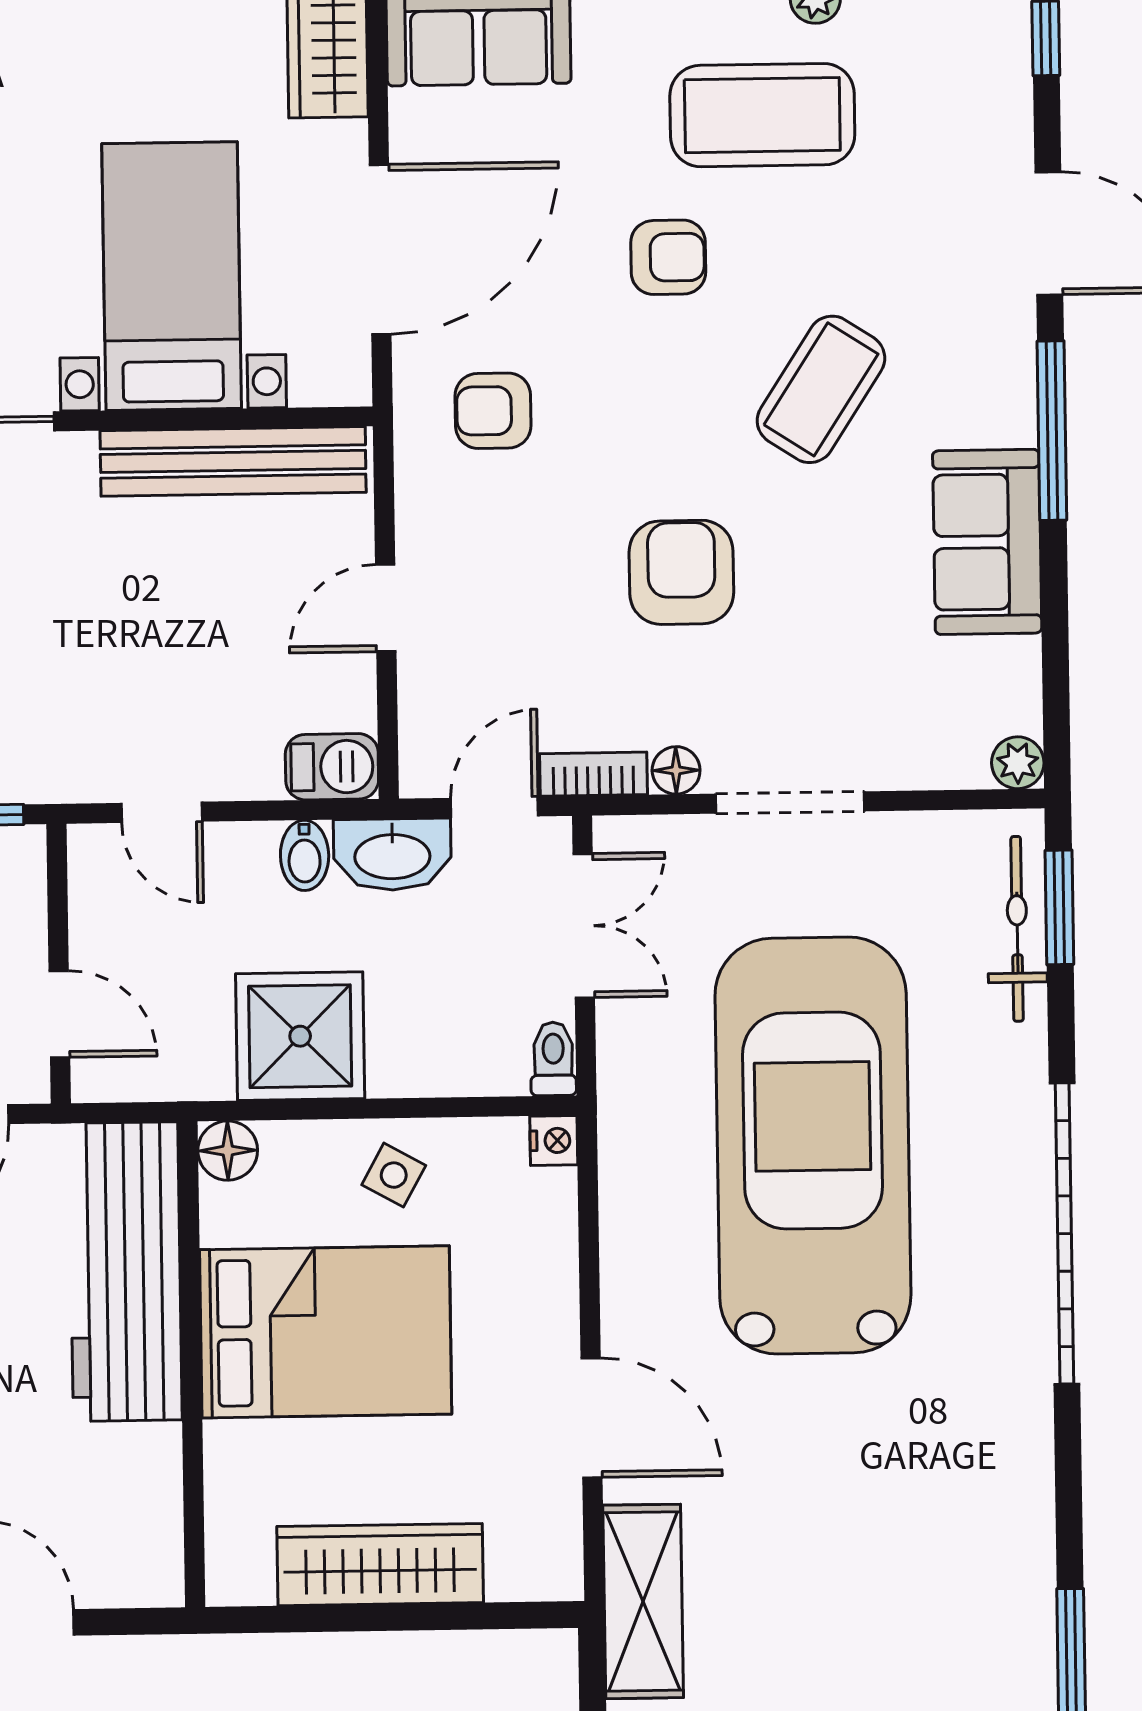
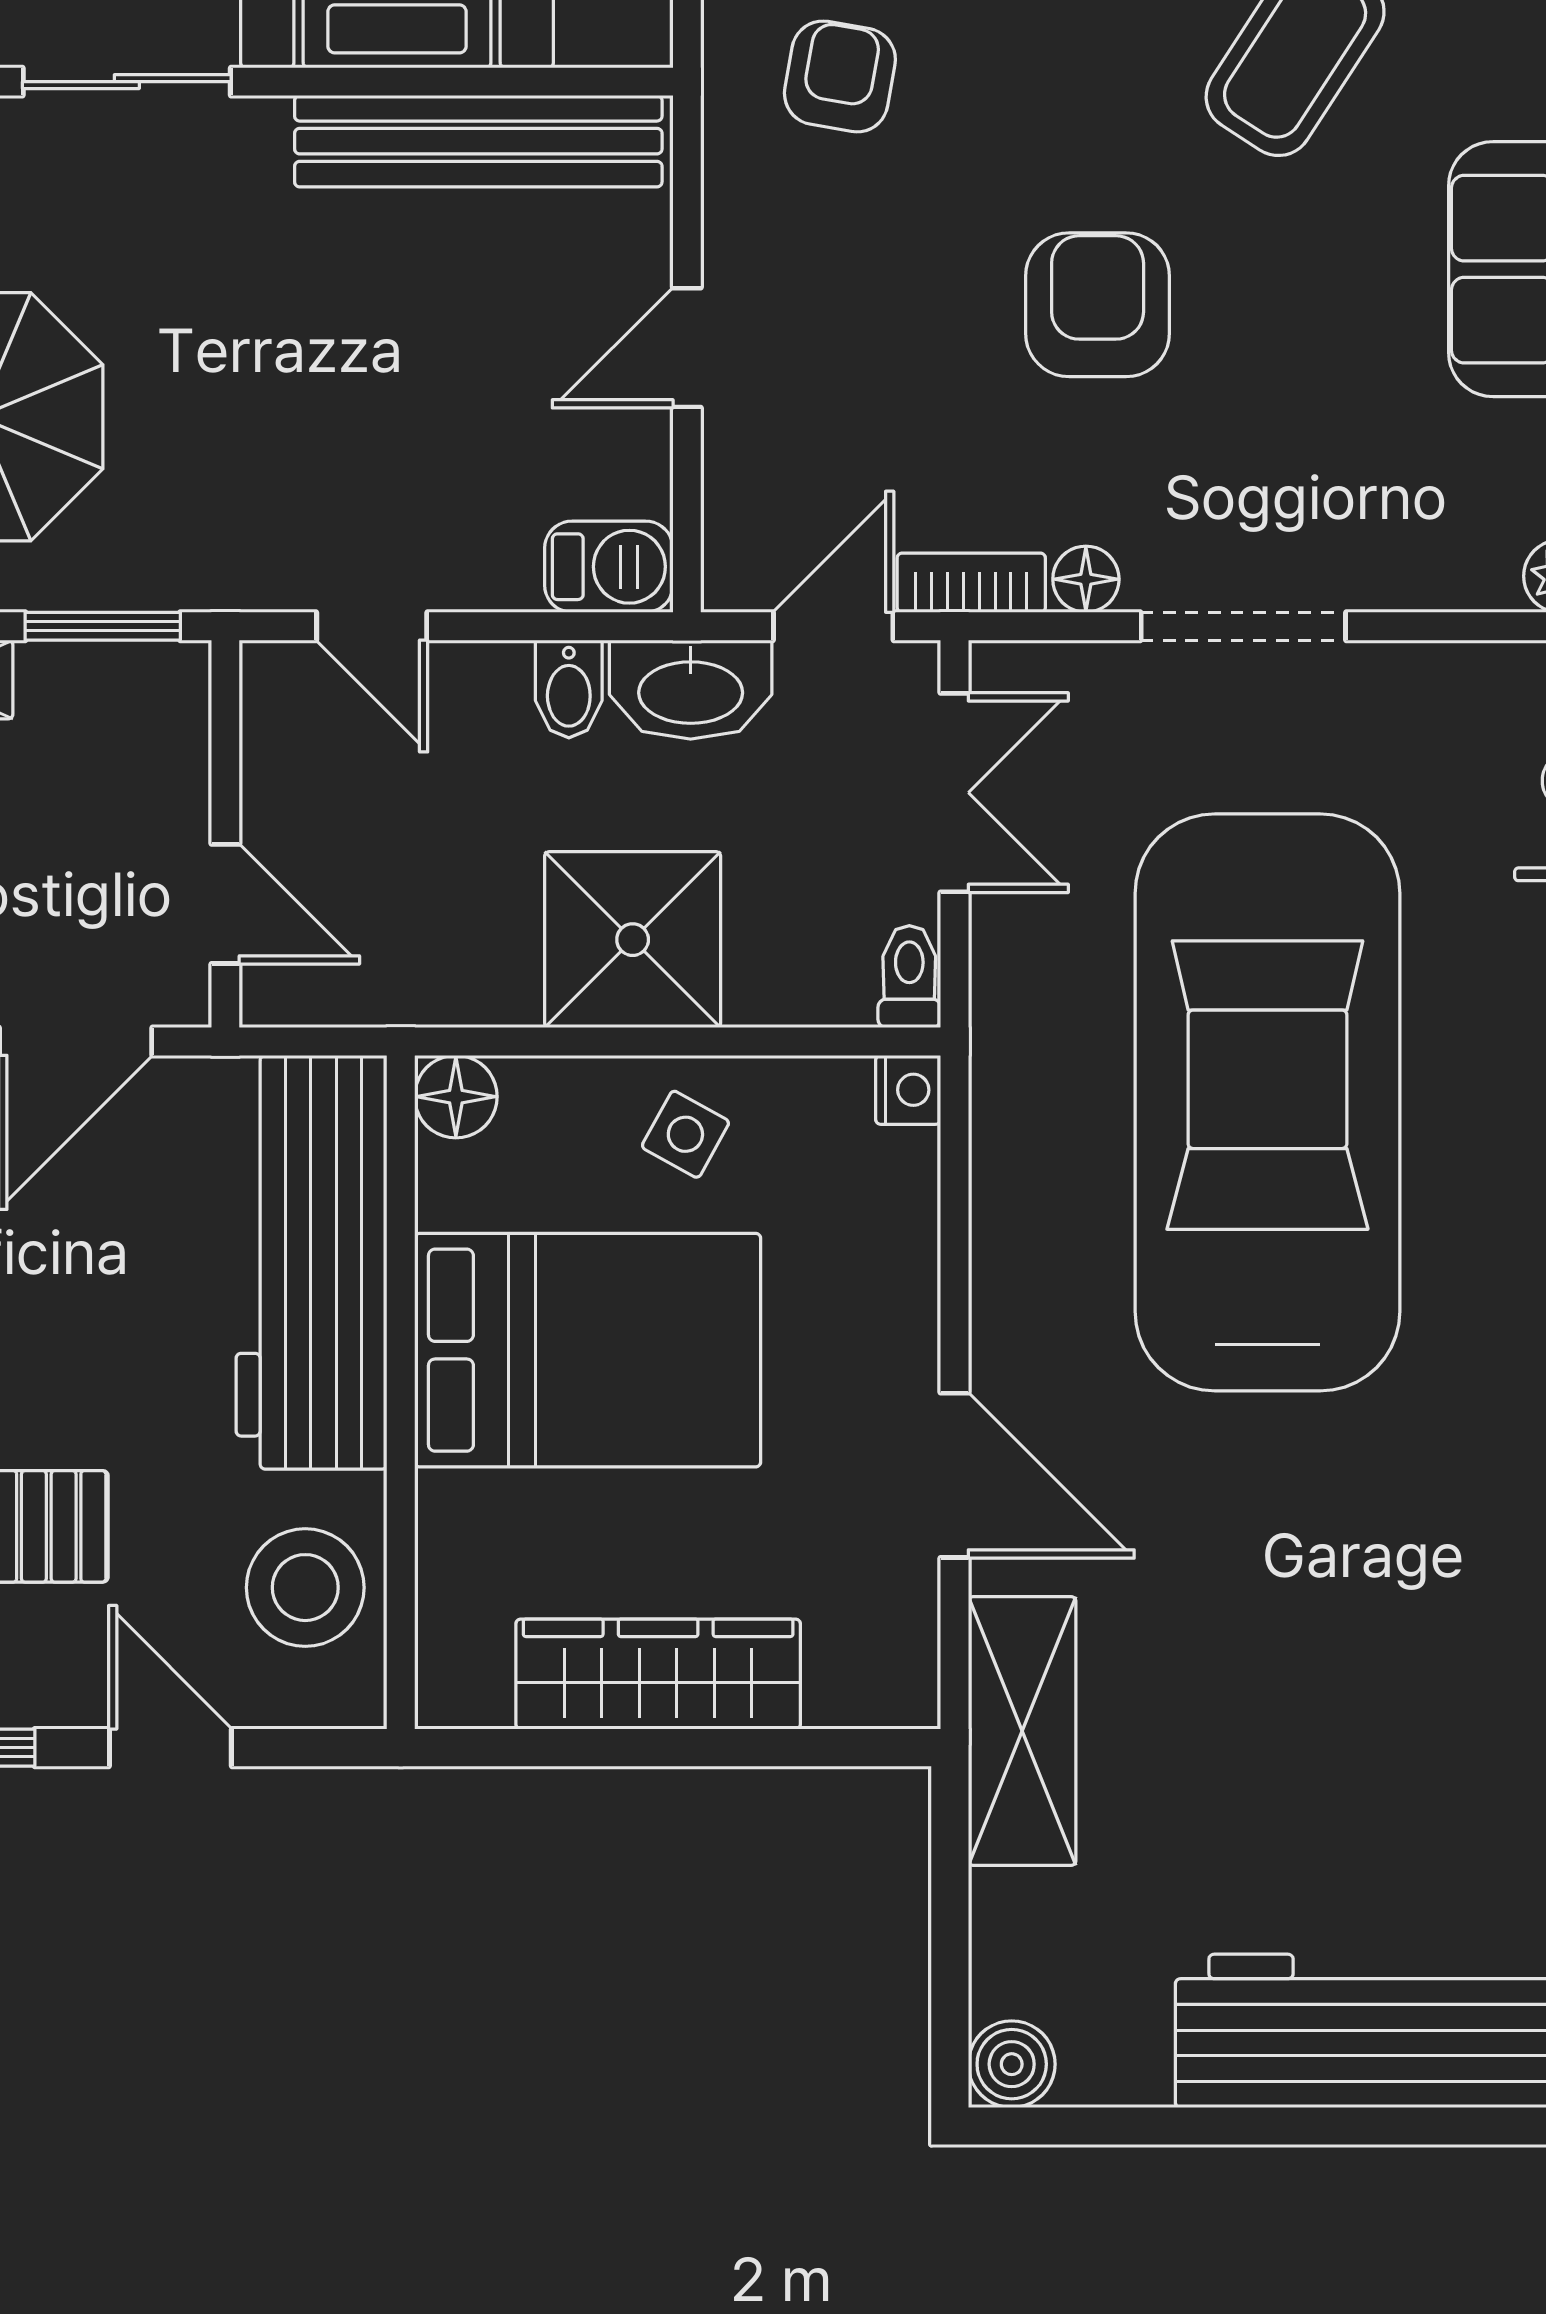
armchair: (493, 411) -> (840, 76), turned 100
shower: (300, 1036) -> (633, 940), moved
stool: (125, 1506) -> (305, 1588), added

